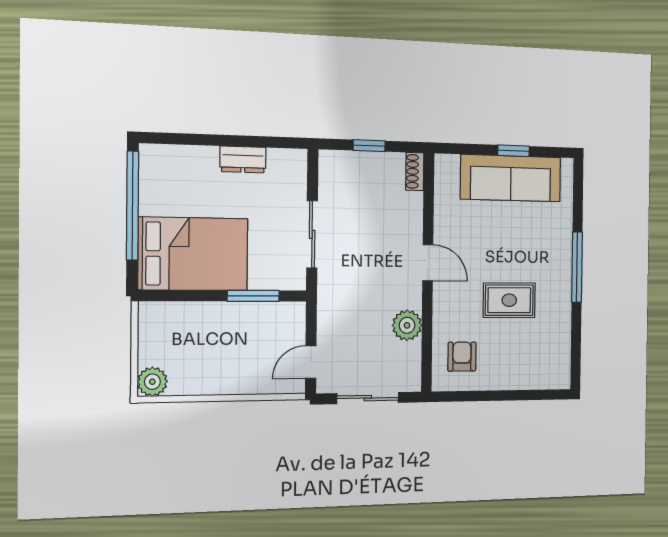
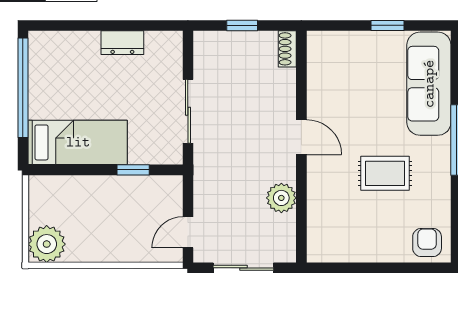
sofa: (511, 178) -> (429, 84), moved, turned 90
bed: (193, 254) -> (78, 142), width x0.67
window: (253, 296) -> (133, 170), width x0.67
armchair: (462, 357) -> (427, 243), moved
plant: (152, 382) -> (47, 244), width x1.36, depth x1.36

